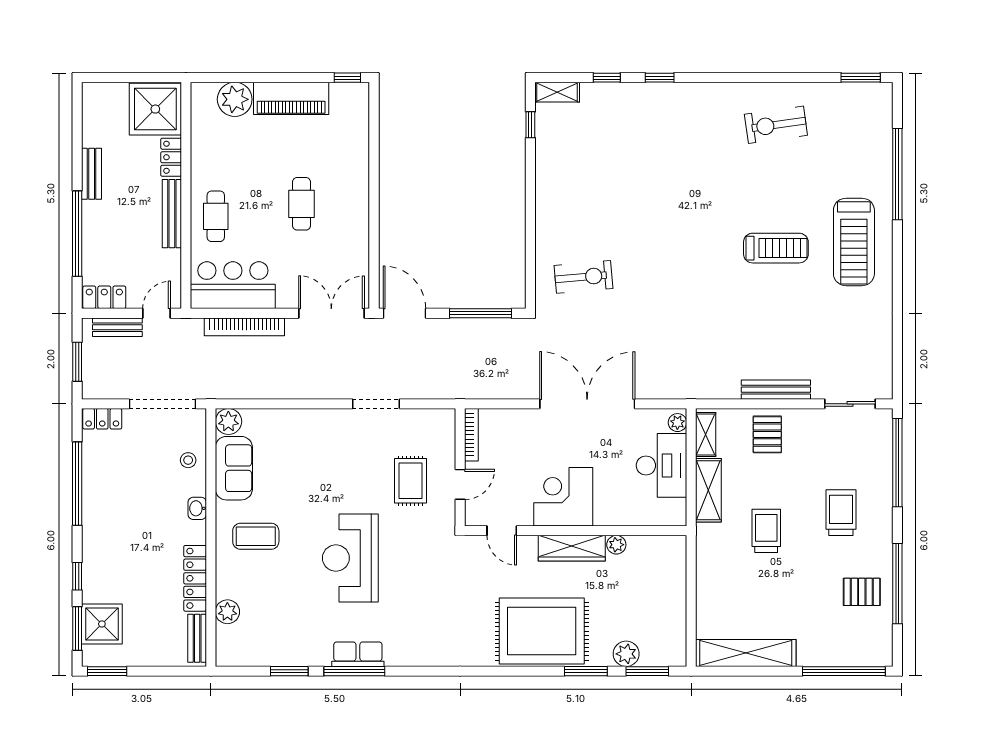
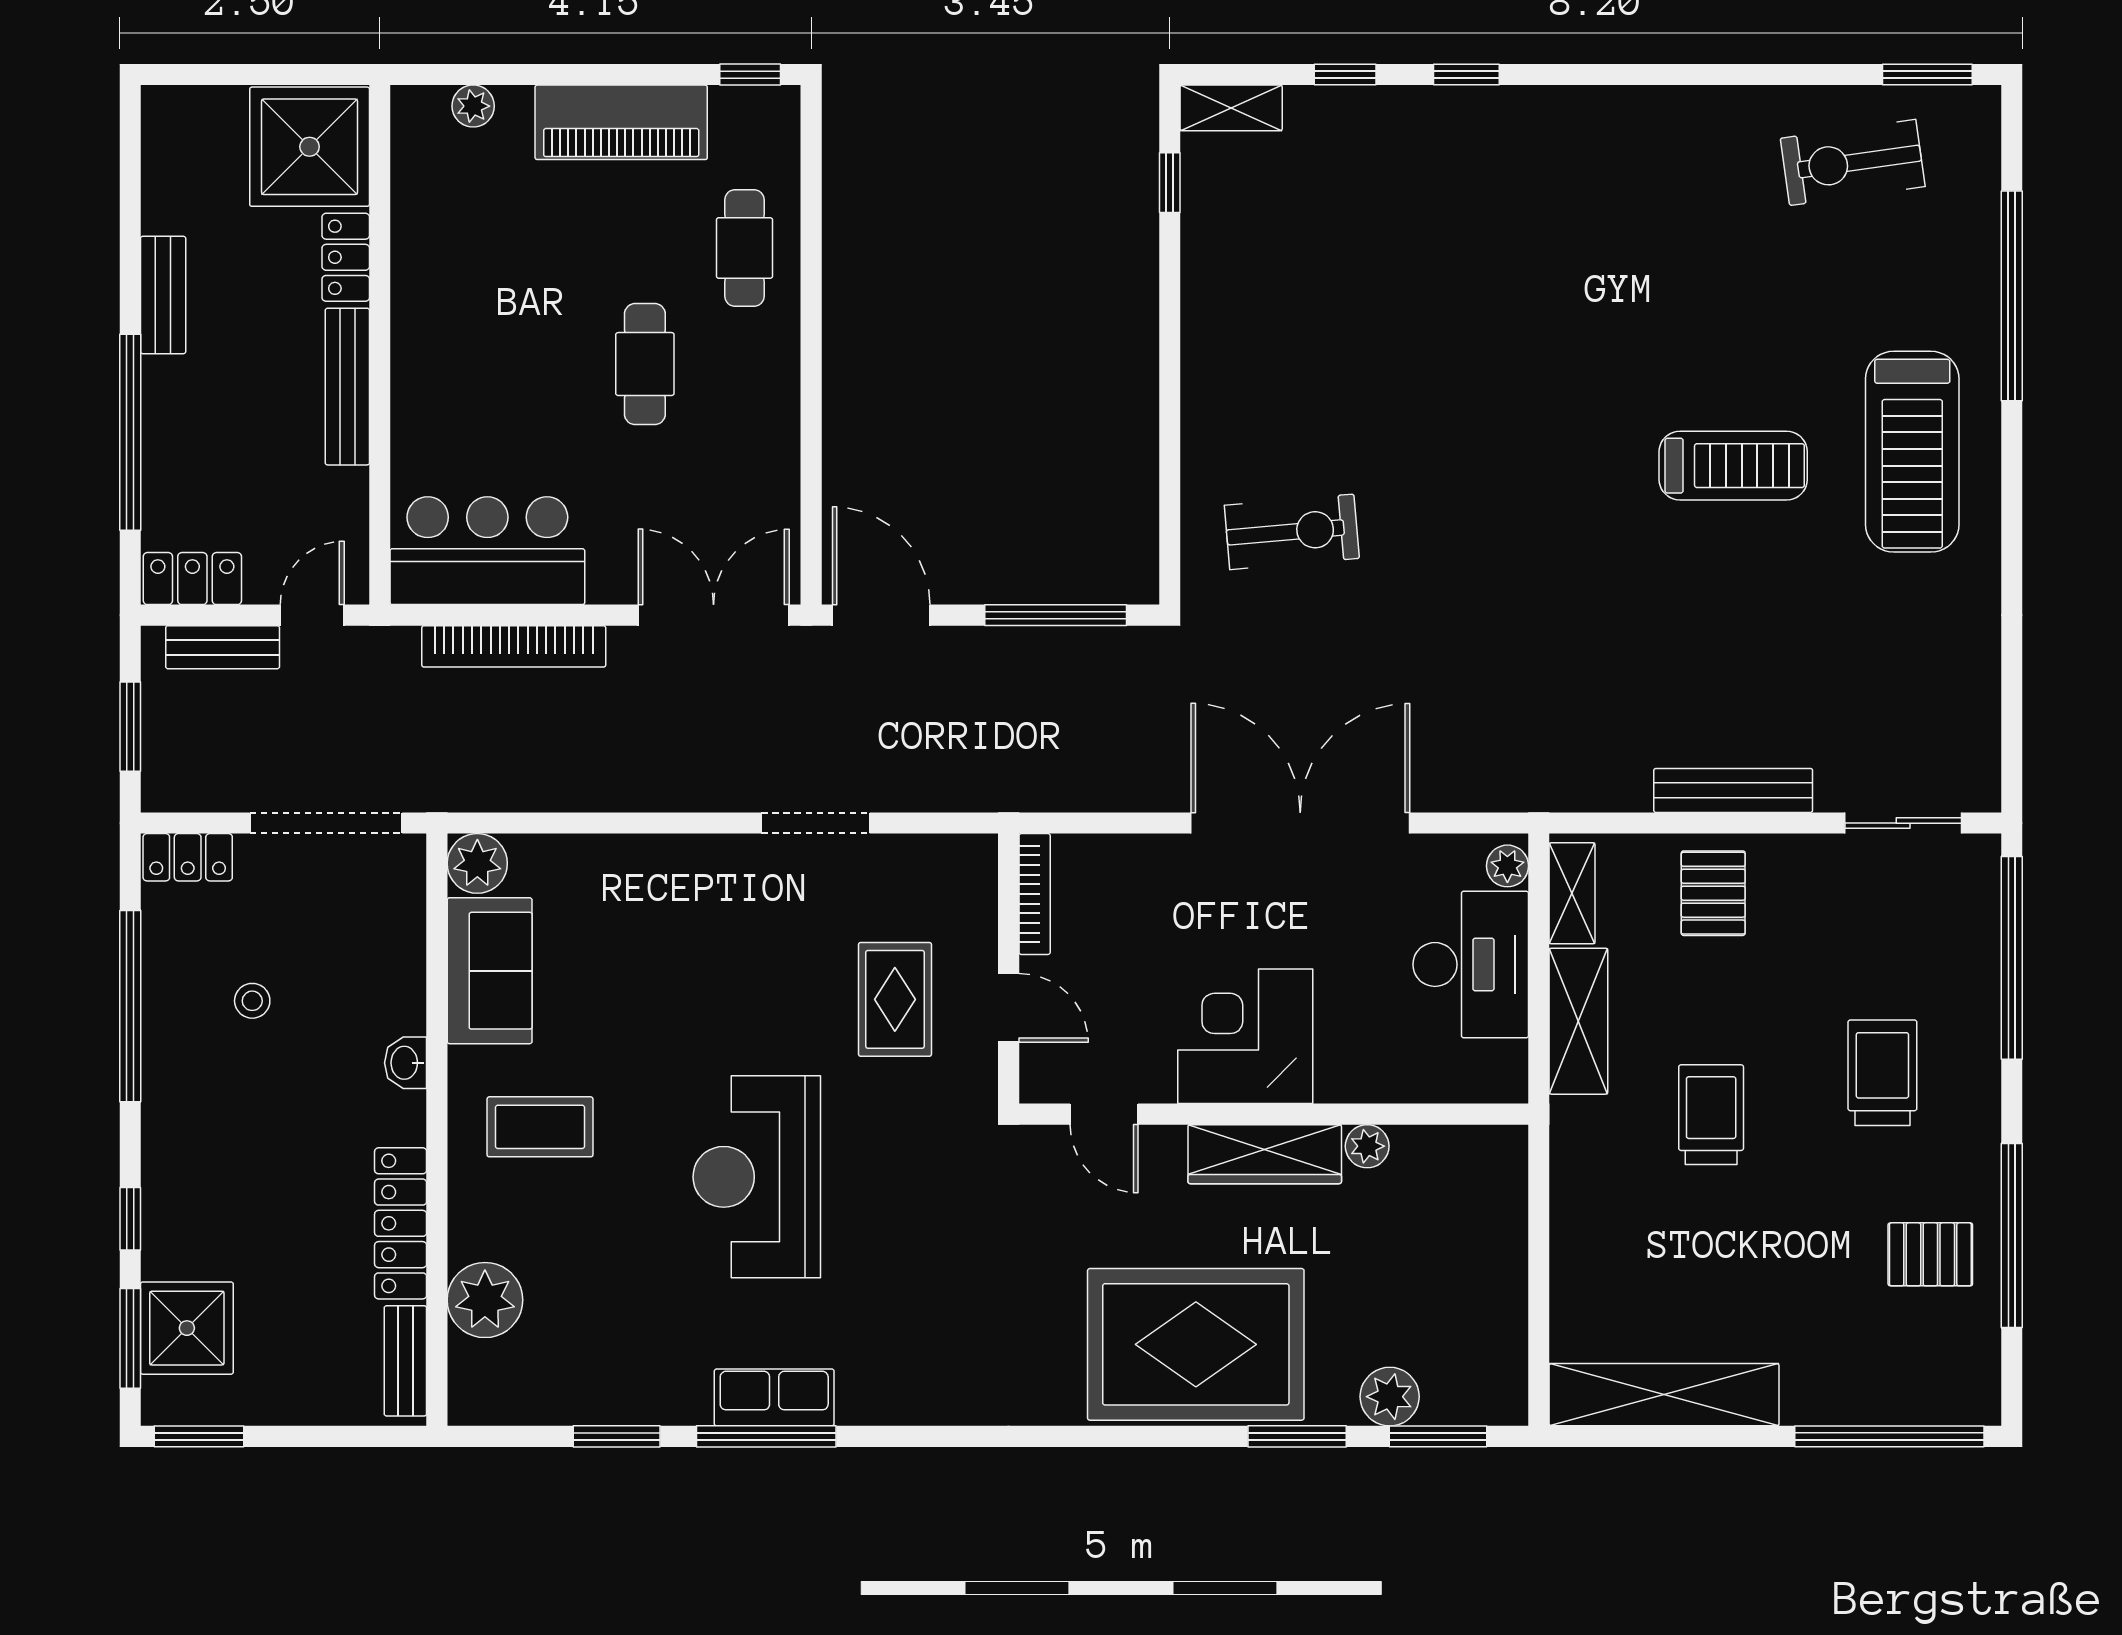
plant: (235, 99) -> (473, 106), width x0.53, depth x0.53
exercise bike: (776, 125) -> (1853, 162), moved
cafe table: (216, 216) -> (744, 248), moved
stool: (188, 460) -> (252, 1001), moved
door: (460, 484) -> (1009, 1008), hinge flipped
plant: (227, 612) -> (485, 1300), width x1.36, depth x1.36

